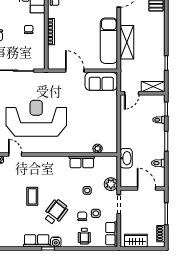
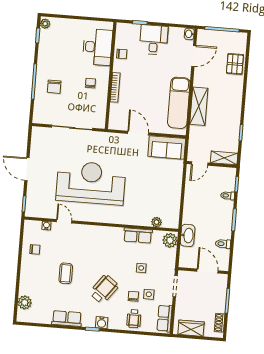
plant: (111, 184) -> (170, 240), moved
coffee table: (32, 196) -> (66, 273), moved
row of seats: (37, 241) -> (67, 318), moved

